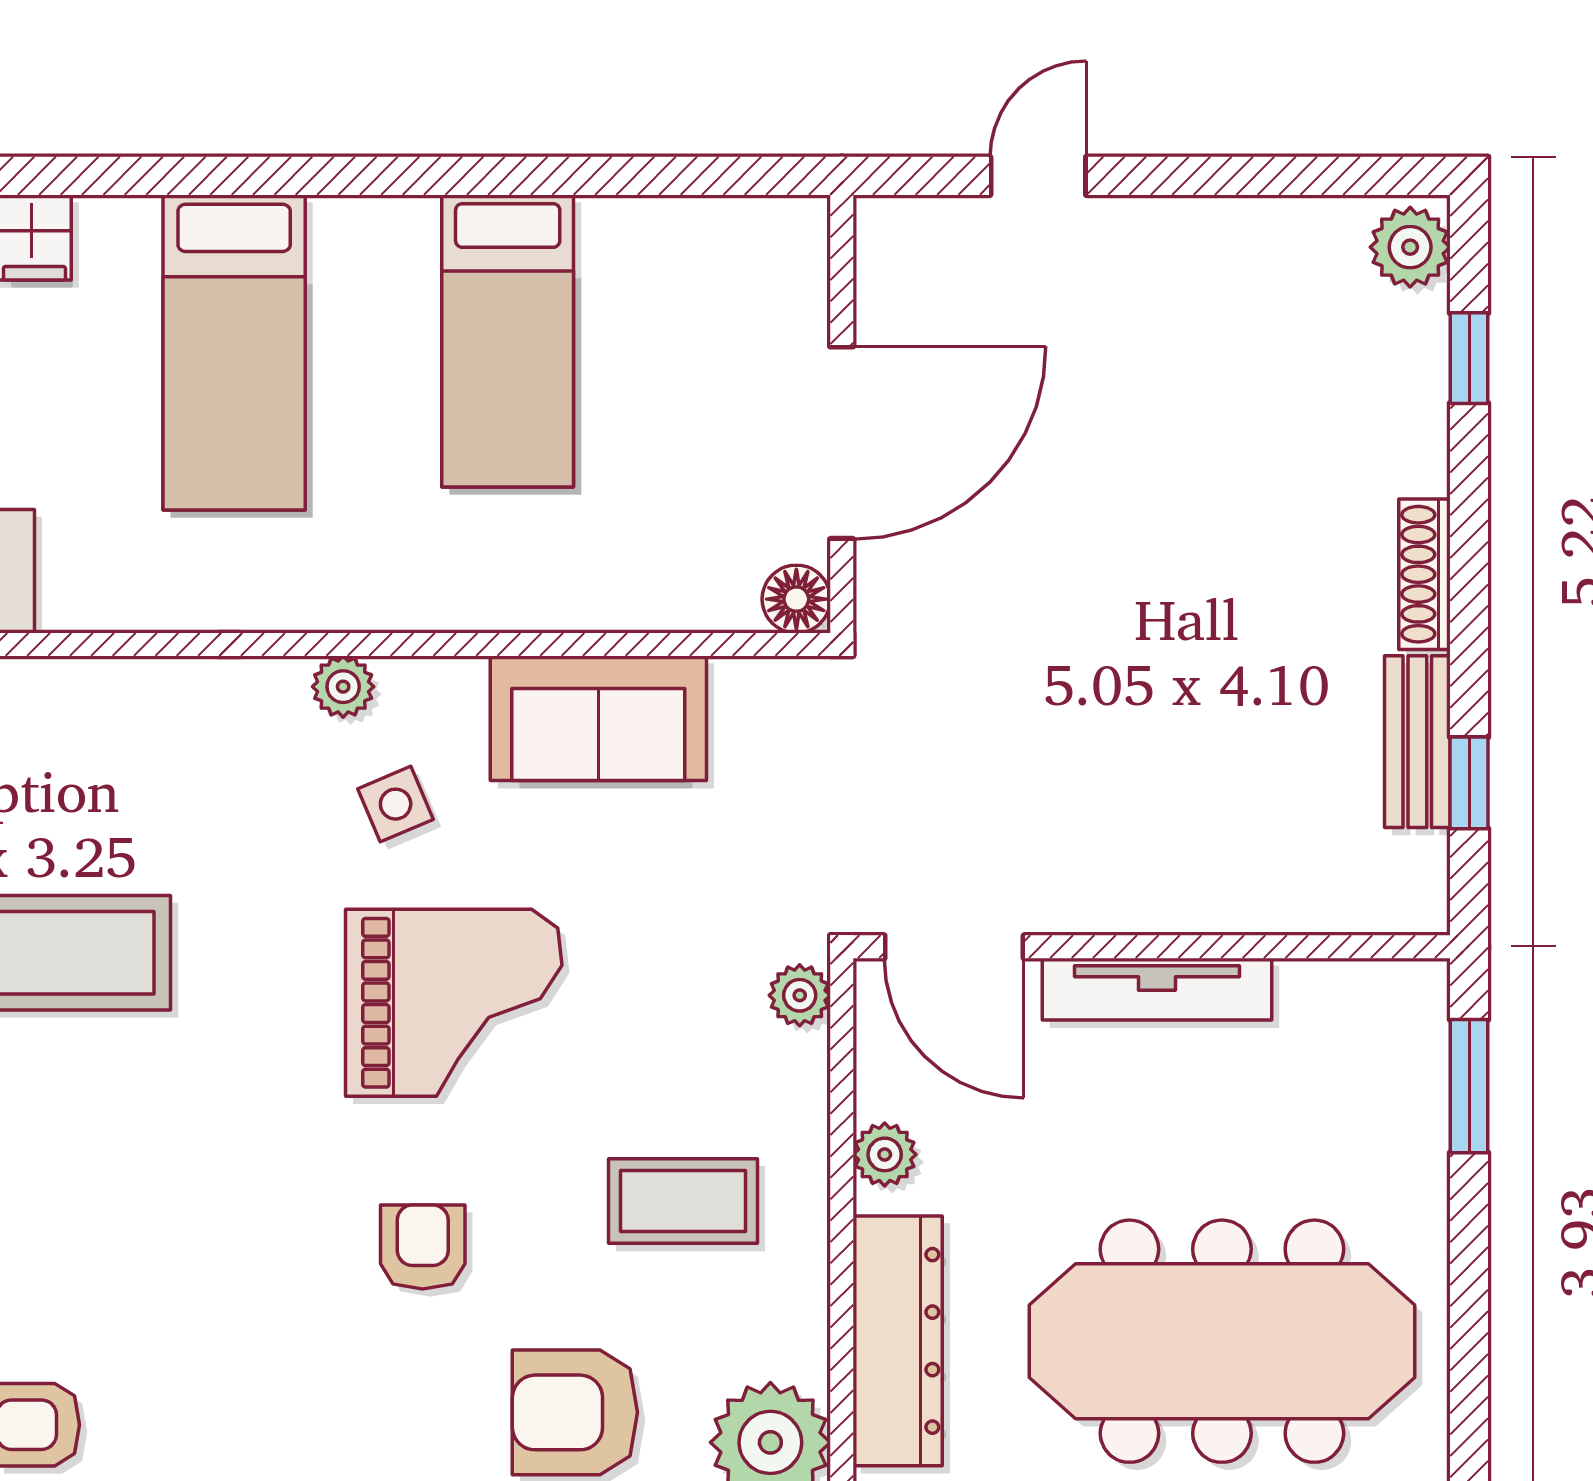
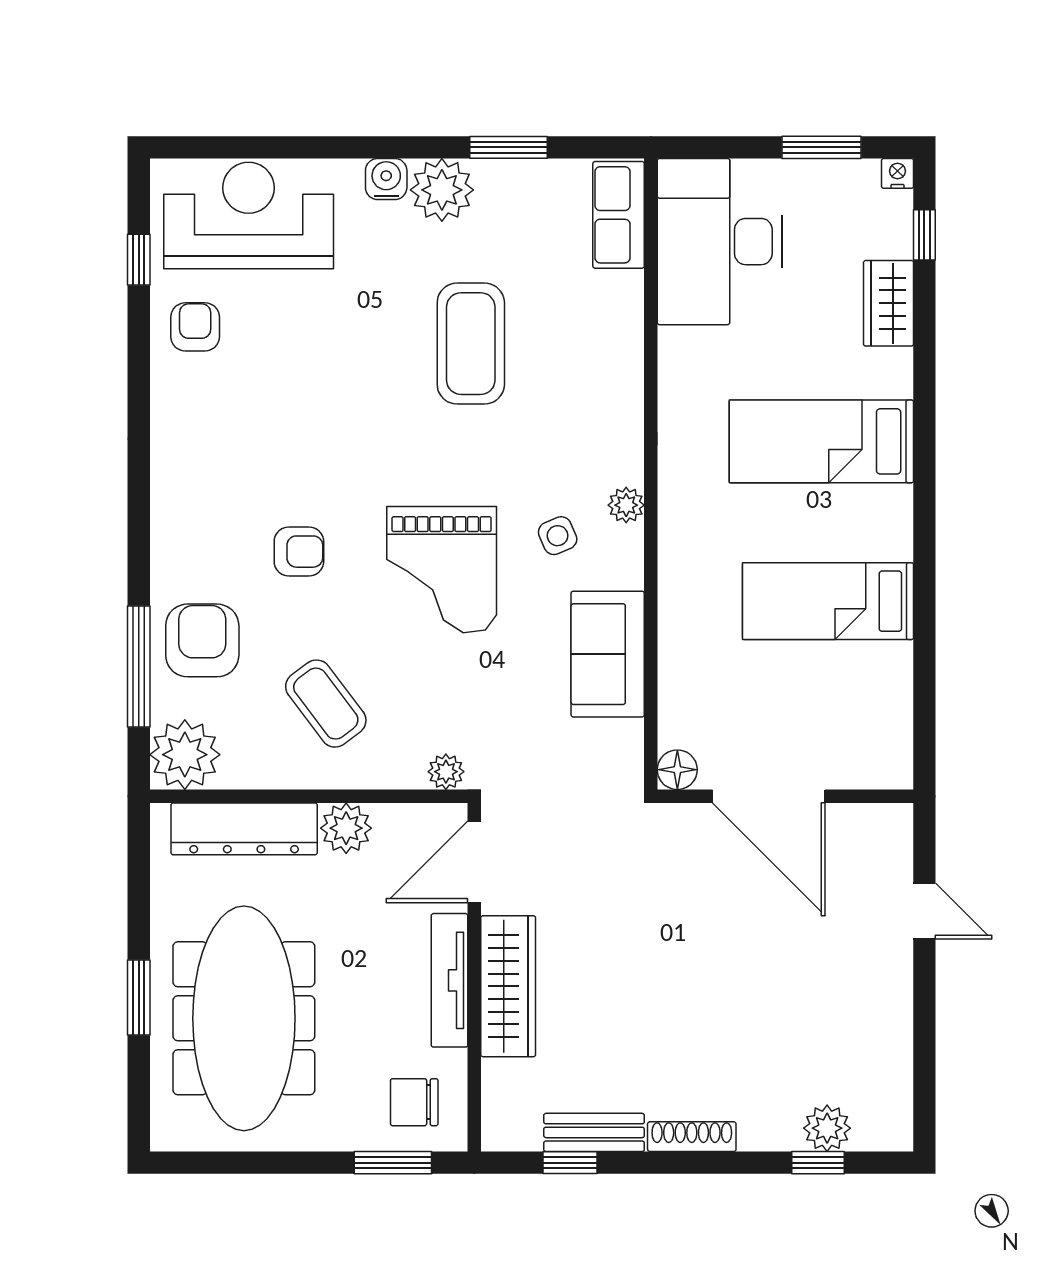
plant: (1410, 247) -> (827, 1128), moved
wardrobe: (1167, 889) -> (508, 986), added
chair: (1366, 1050) -> (414, 1102), added
plant: (885, 1154) -> (346, 828), width x1.38, depth x1.38
coffee table: (683, 1201) -> (326, 704), turned -37

